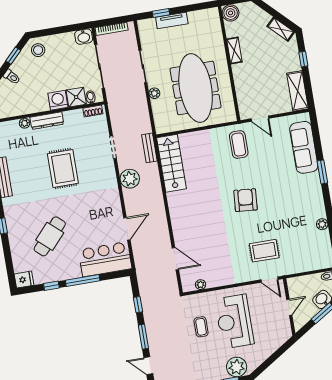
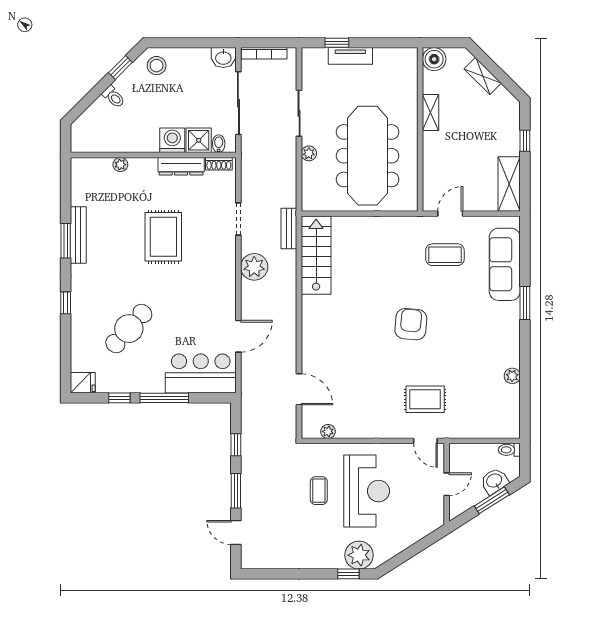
shelving: (281, 29) -> (483, 76), moved
door: (260, 119) -> (450, 214), swing flipped
dresser: (47, 121) -> (181, 166), moved
coffee table: (239, 145) -> (445, 255), moved, turned 90
reception desk: (234, 321) -> (367, 491), turned 180

